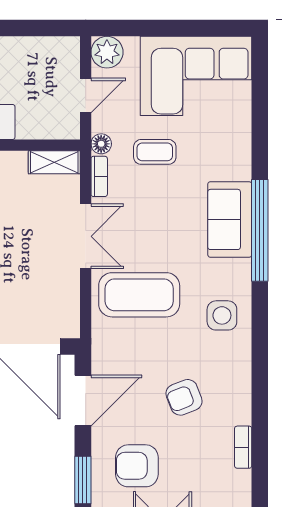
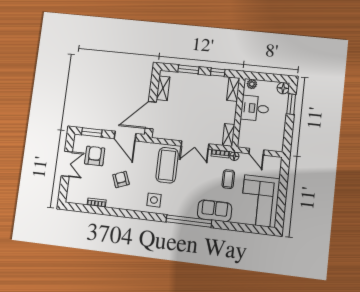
plant: (107, 52) -> (274, 163), removed
sofa: (230, 219) -> (215, 211), moved

